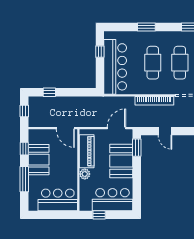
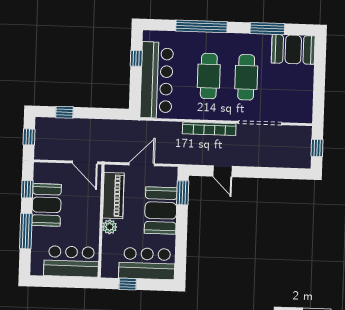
window: (146, 27) -> (201, 26), width x2.11
door: (116, 128) -> (142, 164), moved

